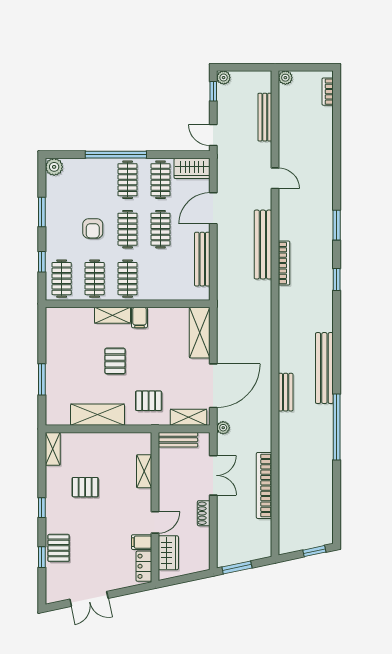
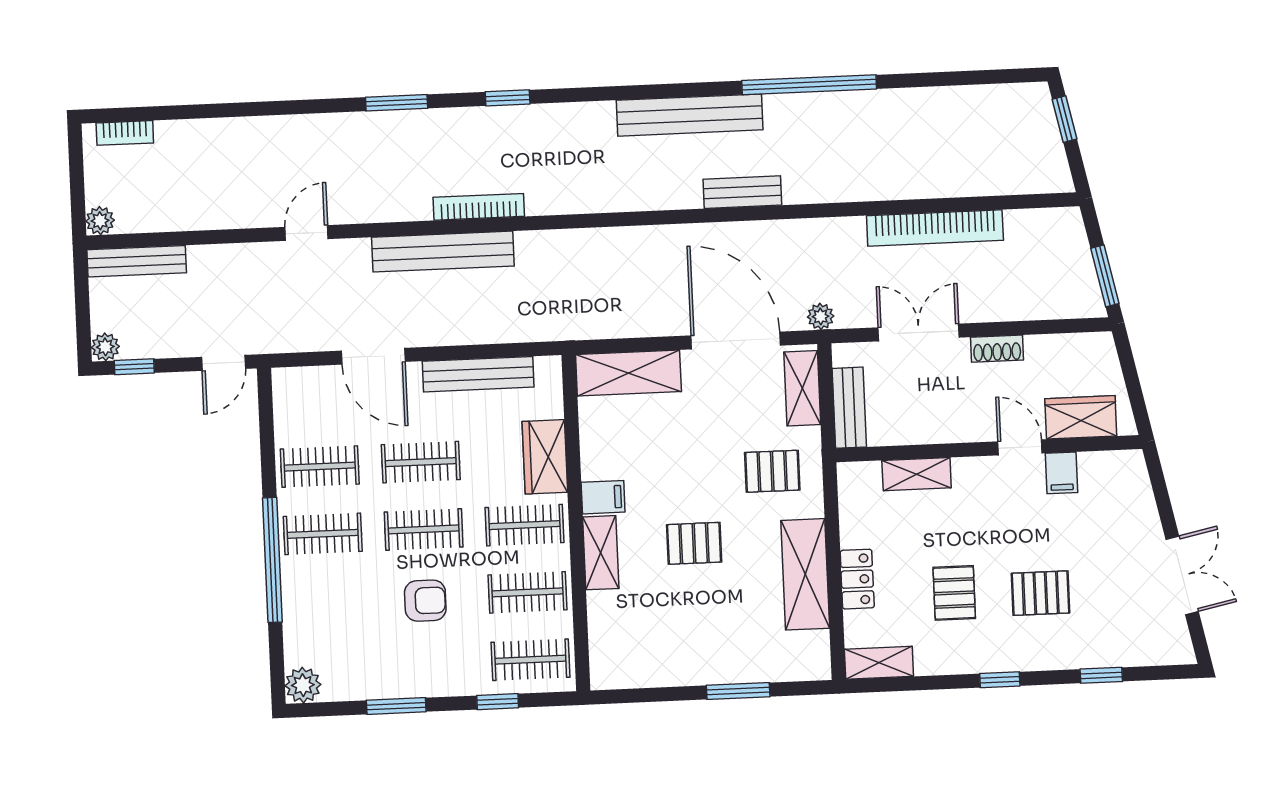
bench: (265, 117) -> (137, 261), moved
wardrobe: (192, 168) -> (545, 457), moved, turned 180
pallet: (149, 401) -> (772, 471), turned 90
pallet: (59, 548) -> (1040, 593), moved
locker: (144, 566) -> (857, 579), moved, turned -90

